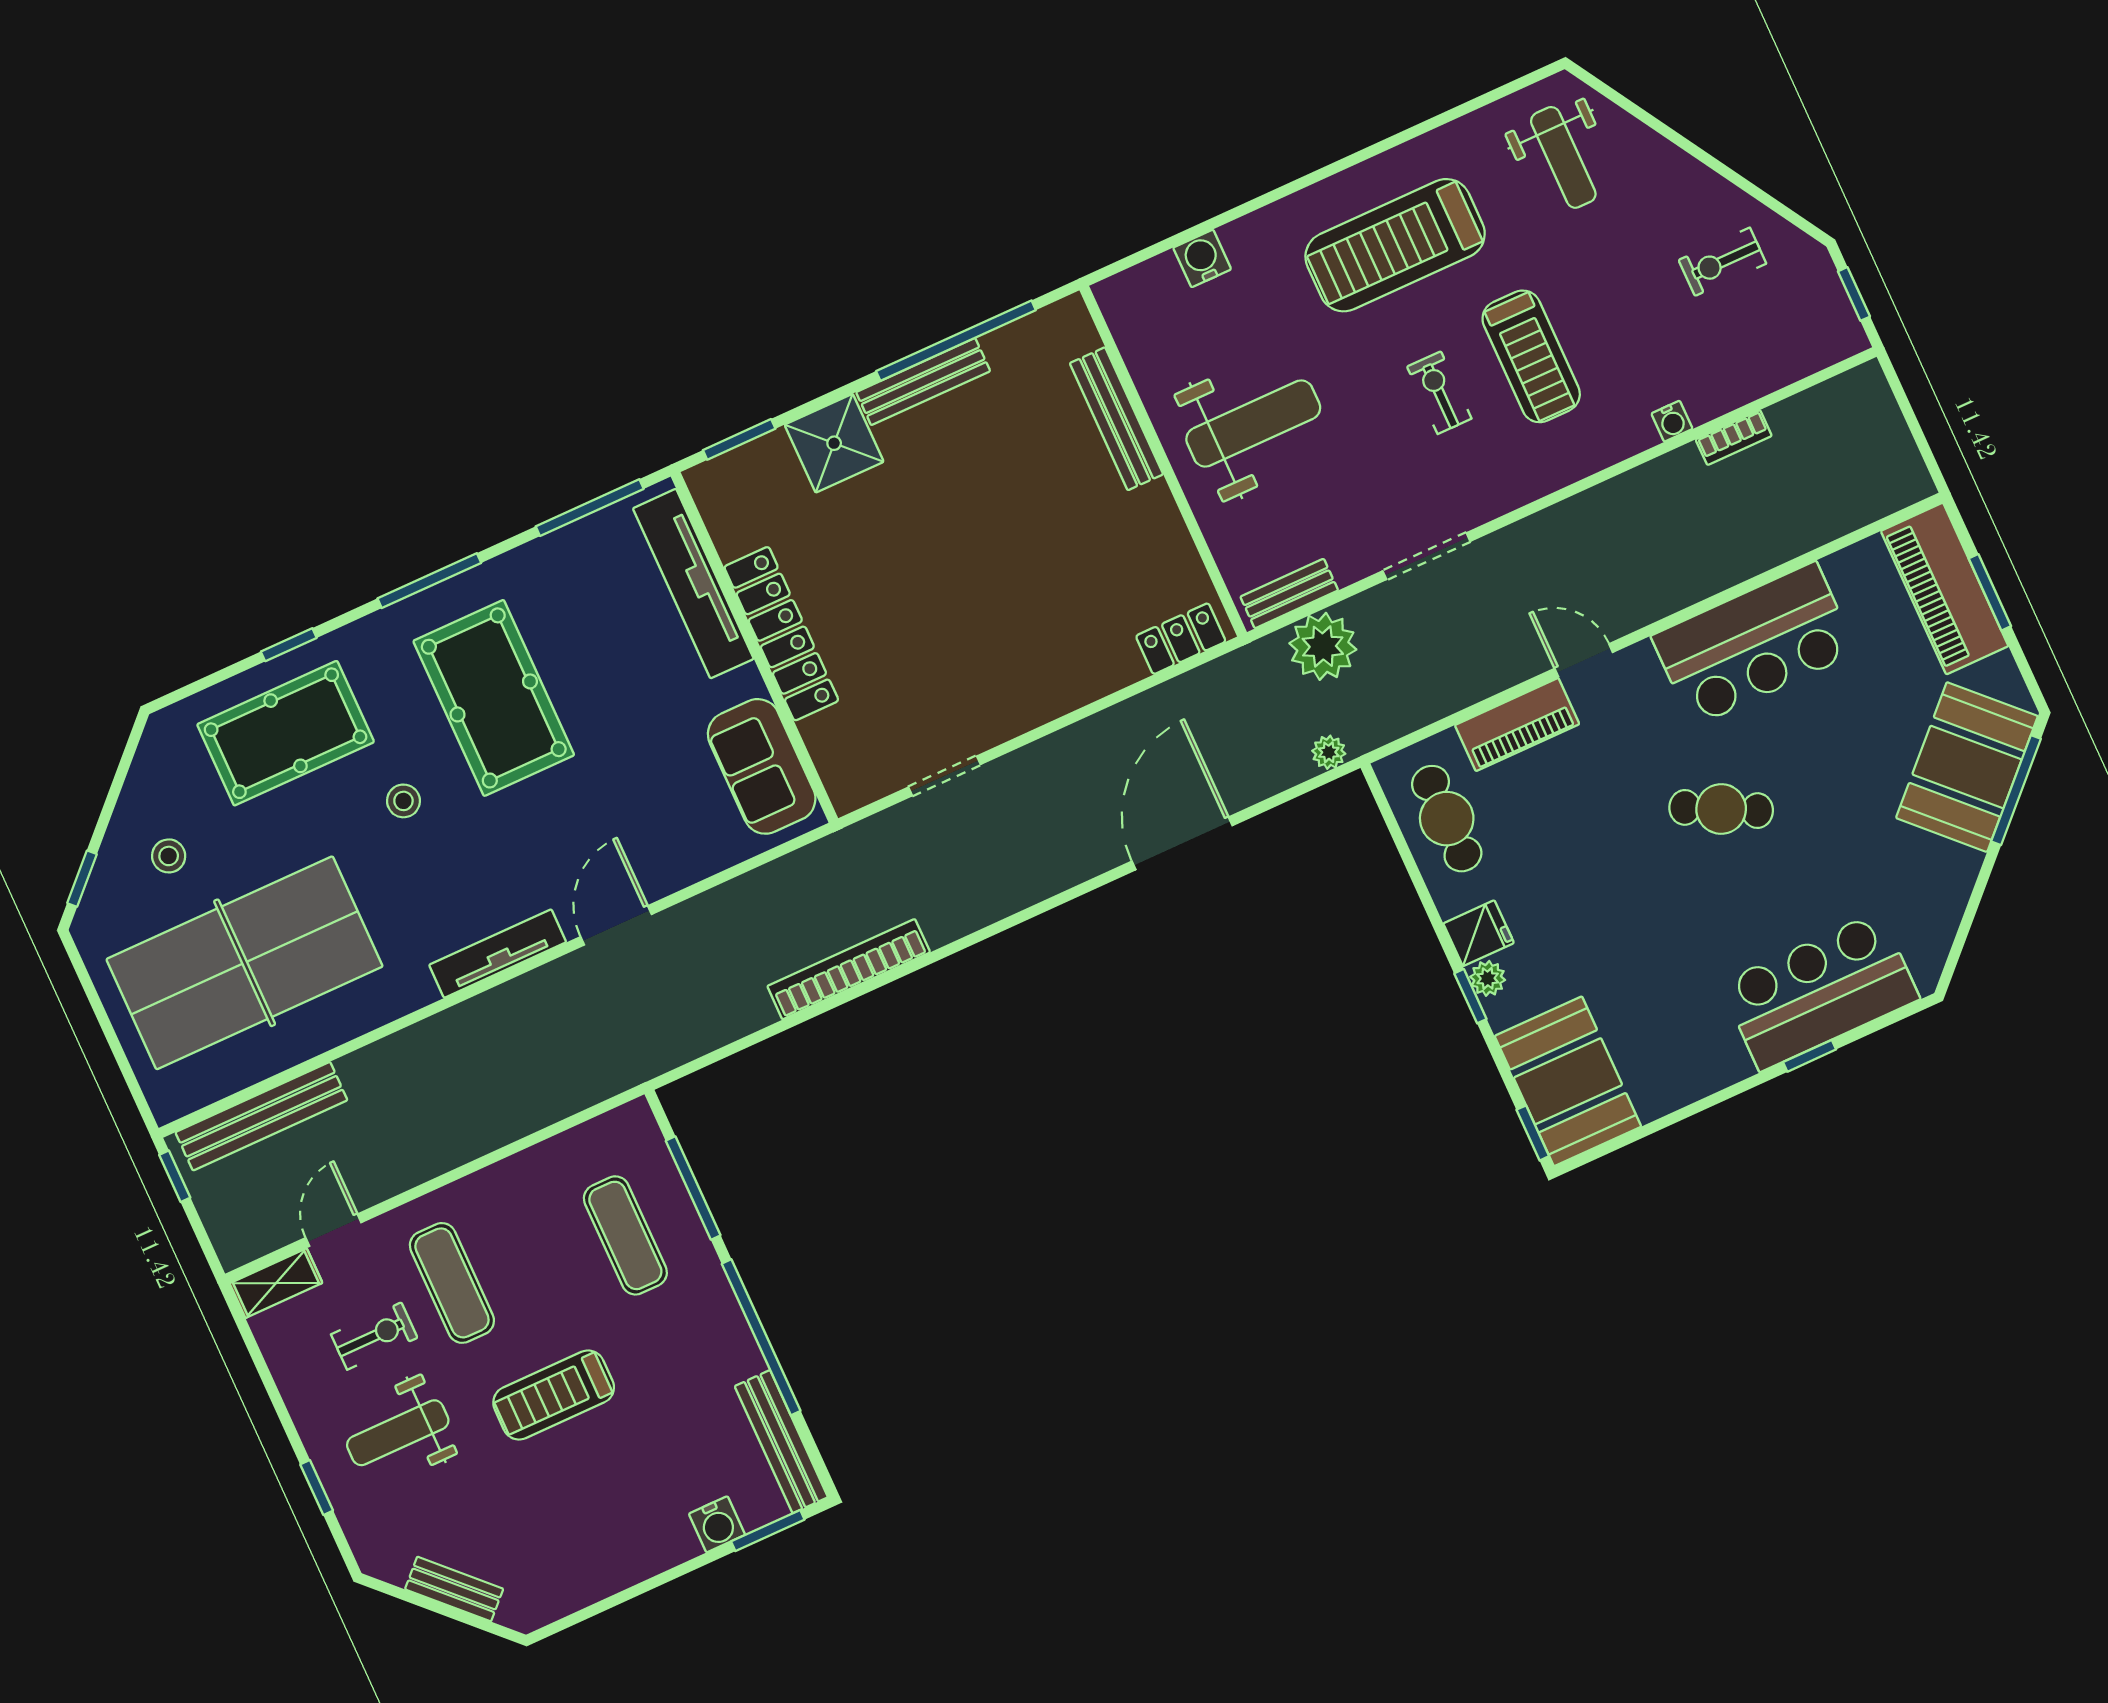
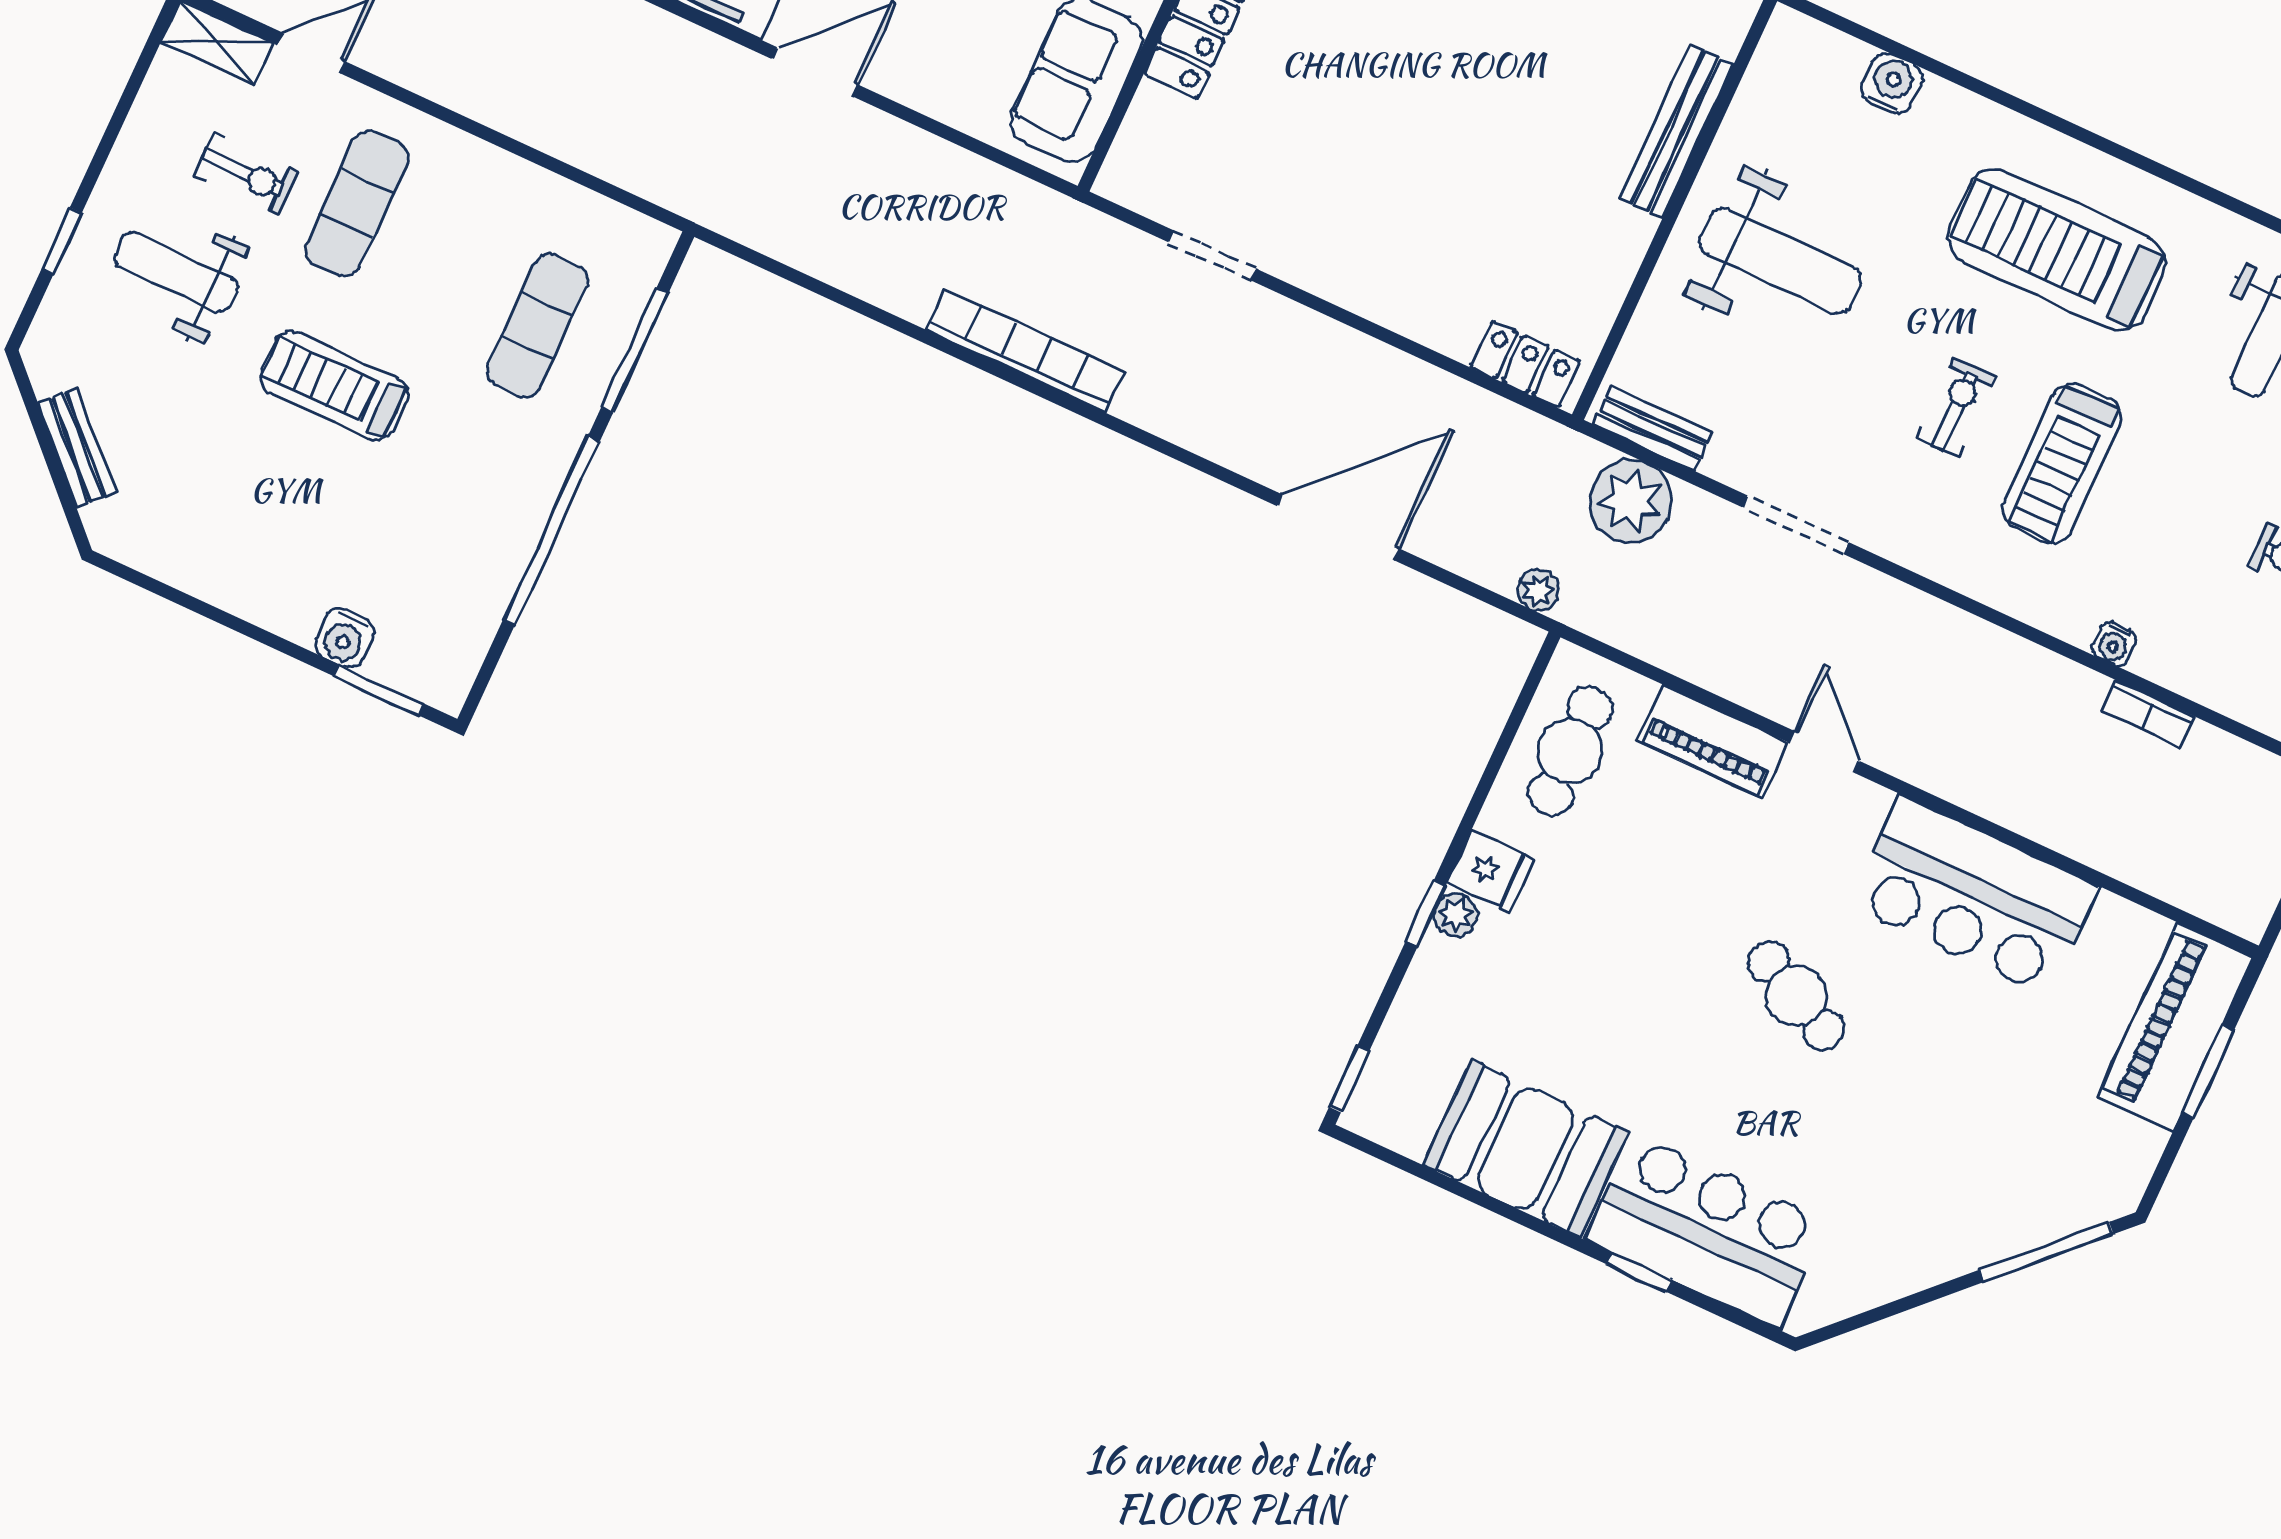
booth: (1967, 767) -> (2029, 1189), removed
bookcase: (849, 969) -> (1025, 351), moved
booth: (1568, 1081) -> (1526, 1148), moved, turned 90
bench: (781, 1442) -> (471, 632), removed

